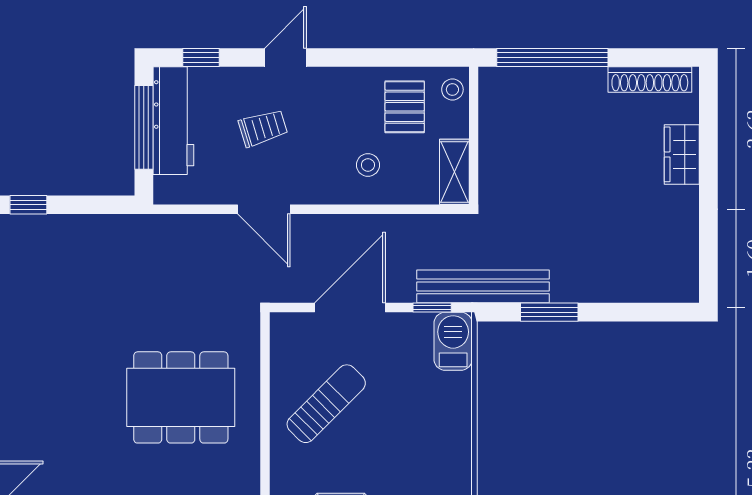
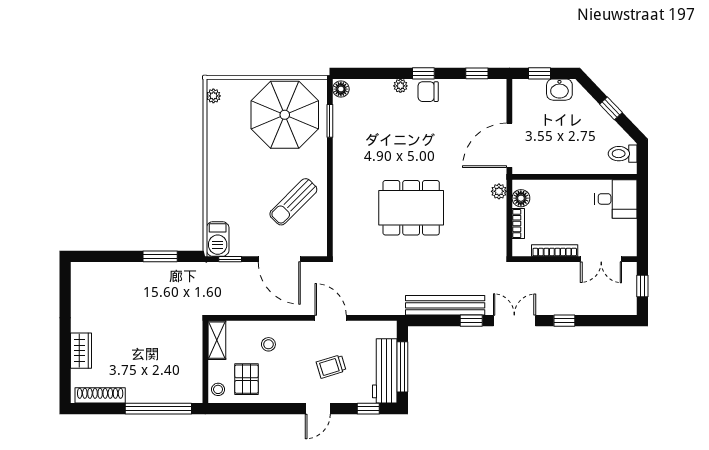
bench: (483, 286) -> (445, 305), moved
door: (350, 308) -> (279, 259), hinge flipped
dining table: (181, 397) -> (411, 208), moved

